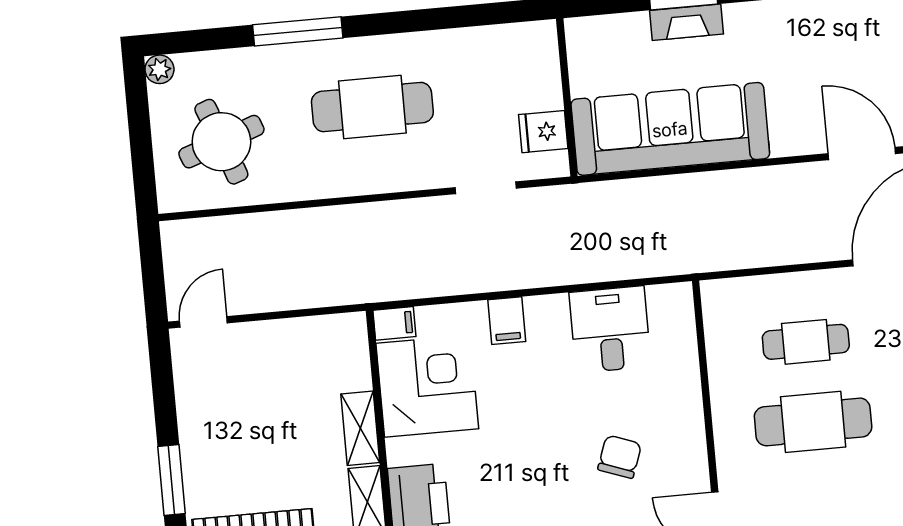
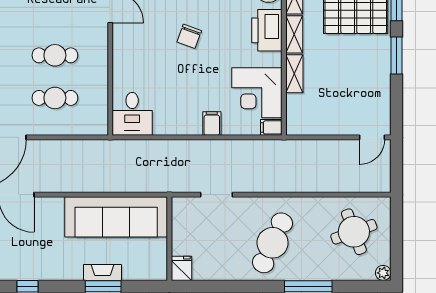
cafe table: (372, 107) -> (273, 243), turned -65
fridge: (543, 132) -> (181, 268), moved, turned -90
desk: (610, 329) -> (132, 114), moved
cafe table: (813, 422) -> (55, 55), width x0.73, depth x0.74
chair: (620, 457) -> (189, 36), moved

